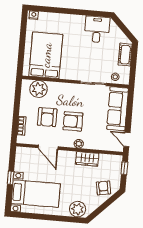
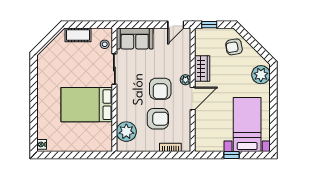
desk: (97, 29) -> (52, 70), removed
bed: (46, 55) -> (87, 105), moved
sofa: (118, 109) -> (135, 39), width x0.73
door: (48, 147) -> (193, 98), moved

